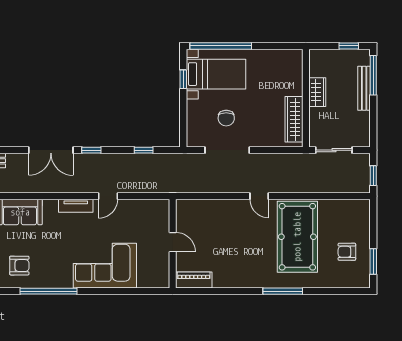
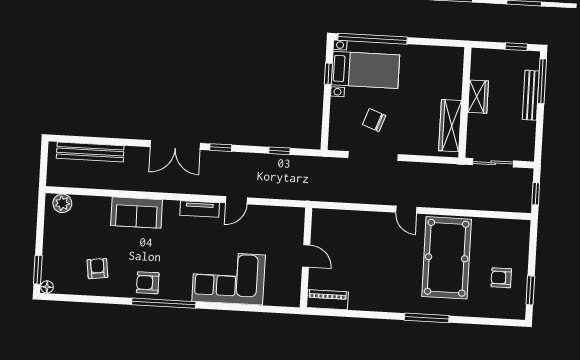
chair: (226, 118) -> (374, 120), turned 110
armchair: (19, 266) -> (148, 283), moved, turned 180

